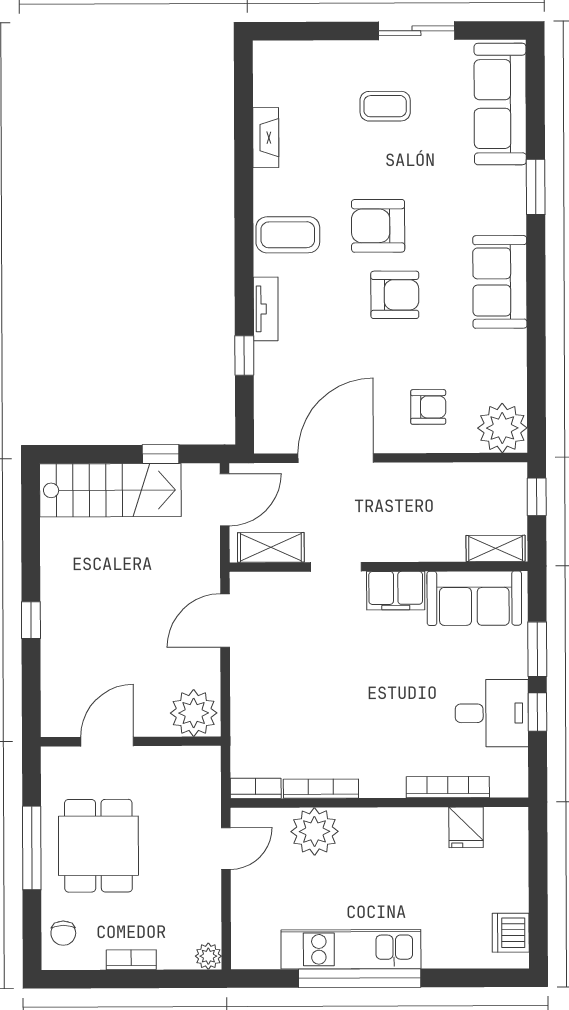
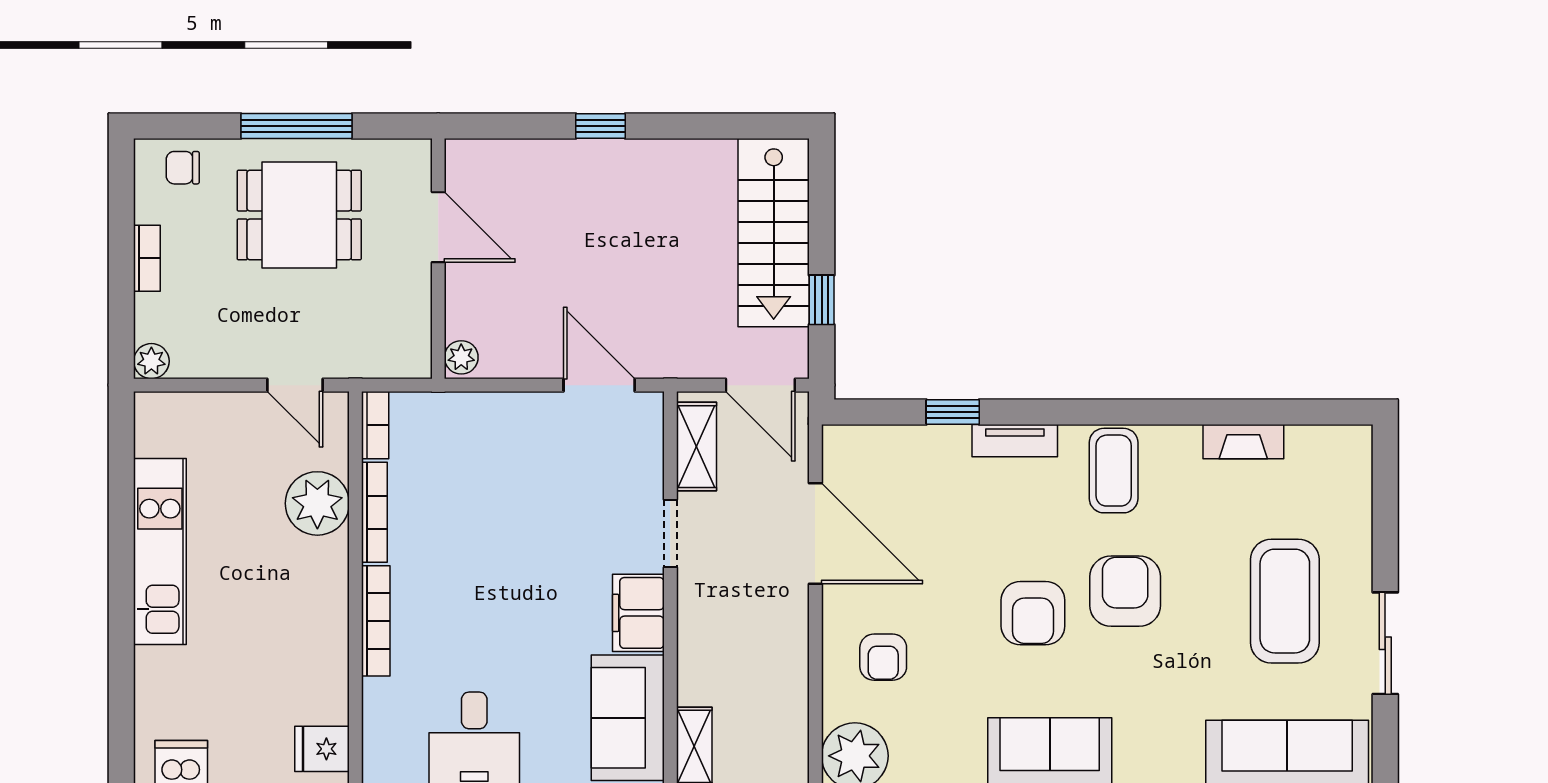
coffee table: (385, 106) -> (1285, 601), width x1.86, depth x1.72
plant: (194, 713) -> (461, 357), width x0.53, depth x0.53
bookcase: (448, 787) -> (376, 621), moved
fridge: (466, 827) -> (322, 749), moved
window: (360, 978) -> (121, 563), removed

